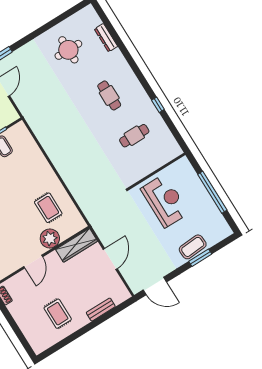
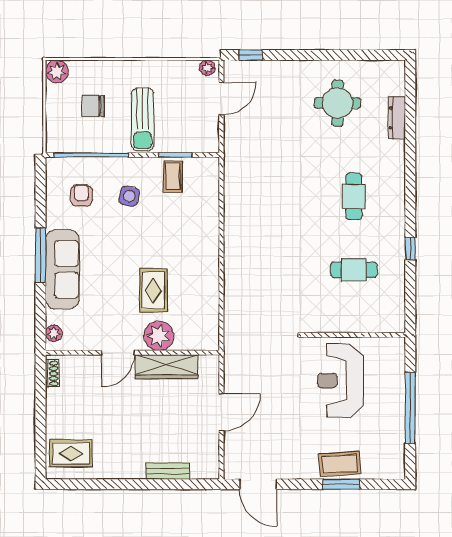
reception desk: (165, 201) -> (341, 381), turned 180
rug: (48, 208) -> (153, 290), moved
wardrobe: (77, 245) -> (167, 367), moved
rug: (58, 314) -> (71, 454), moved, turned 90

